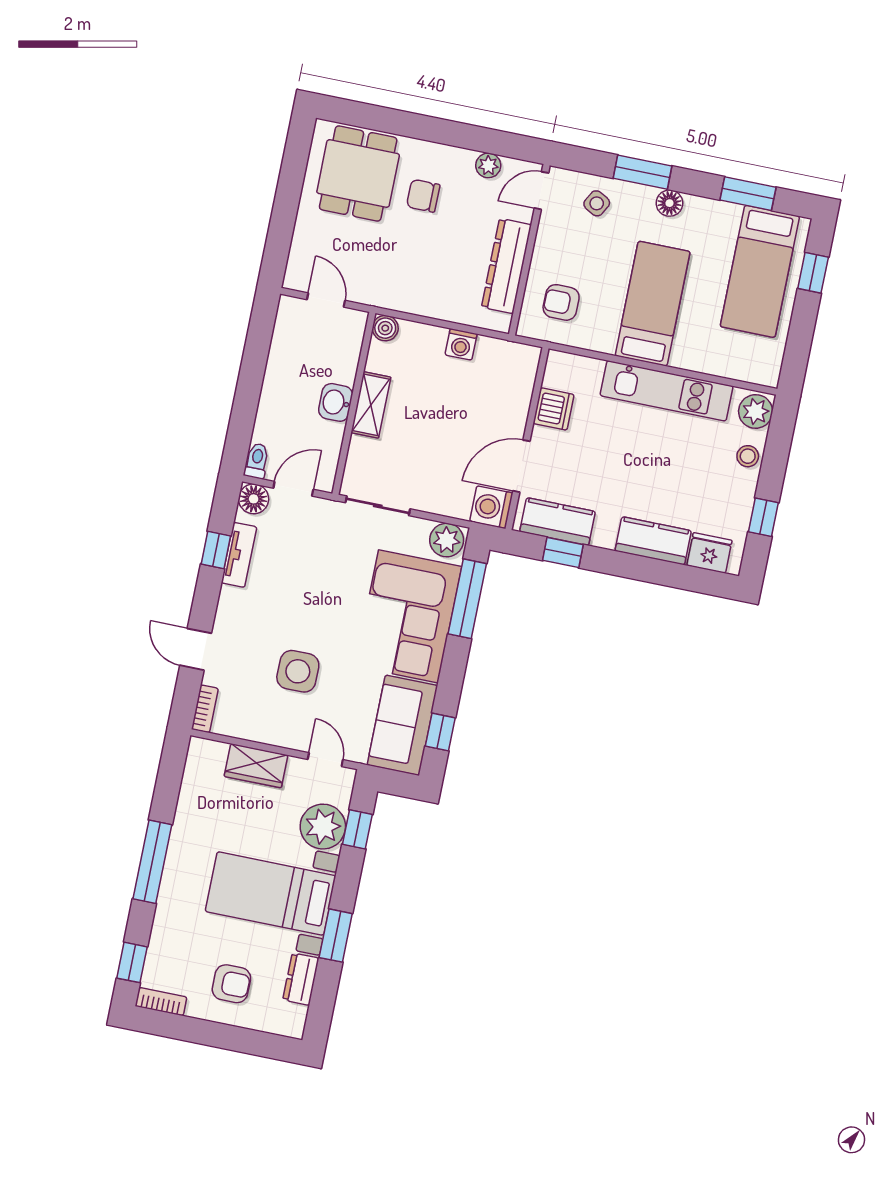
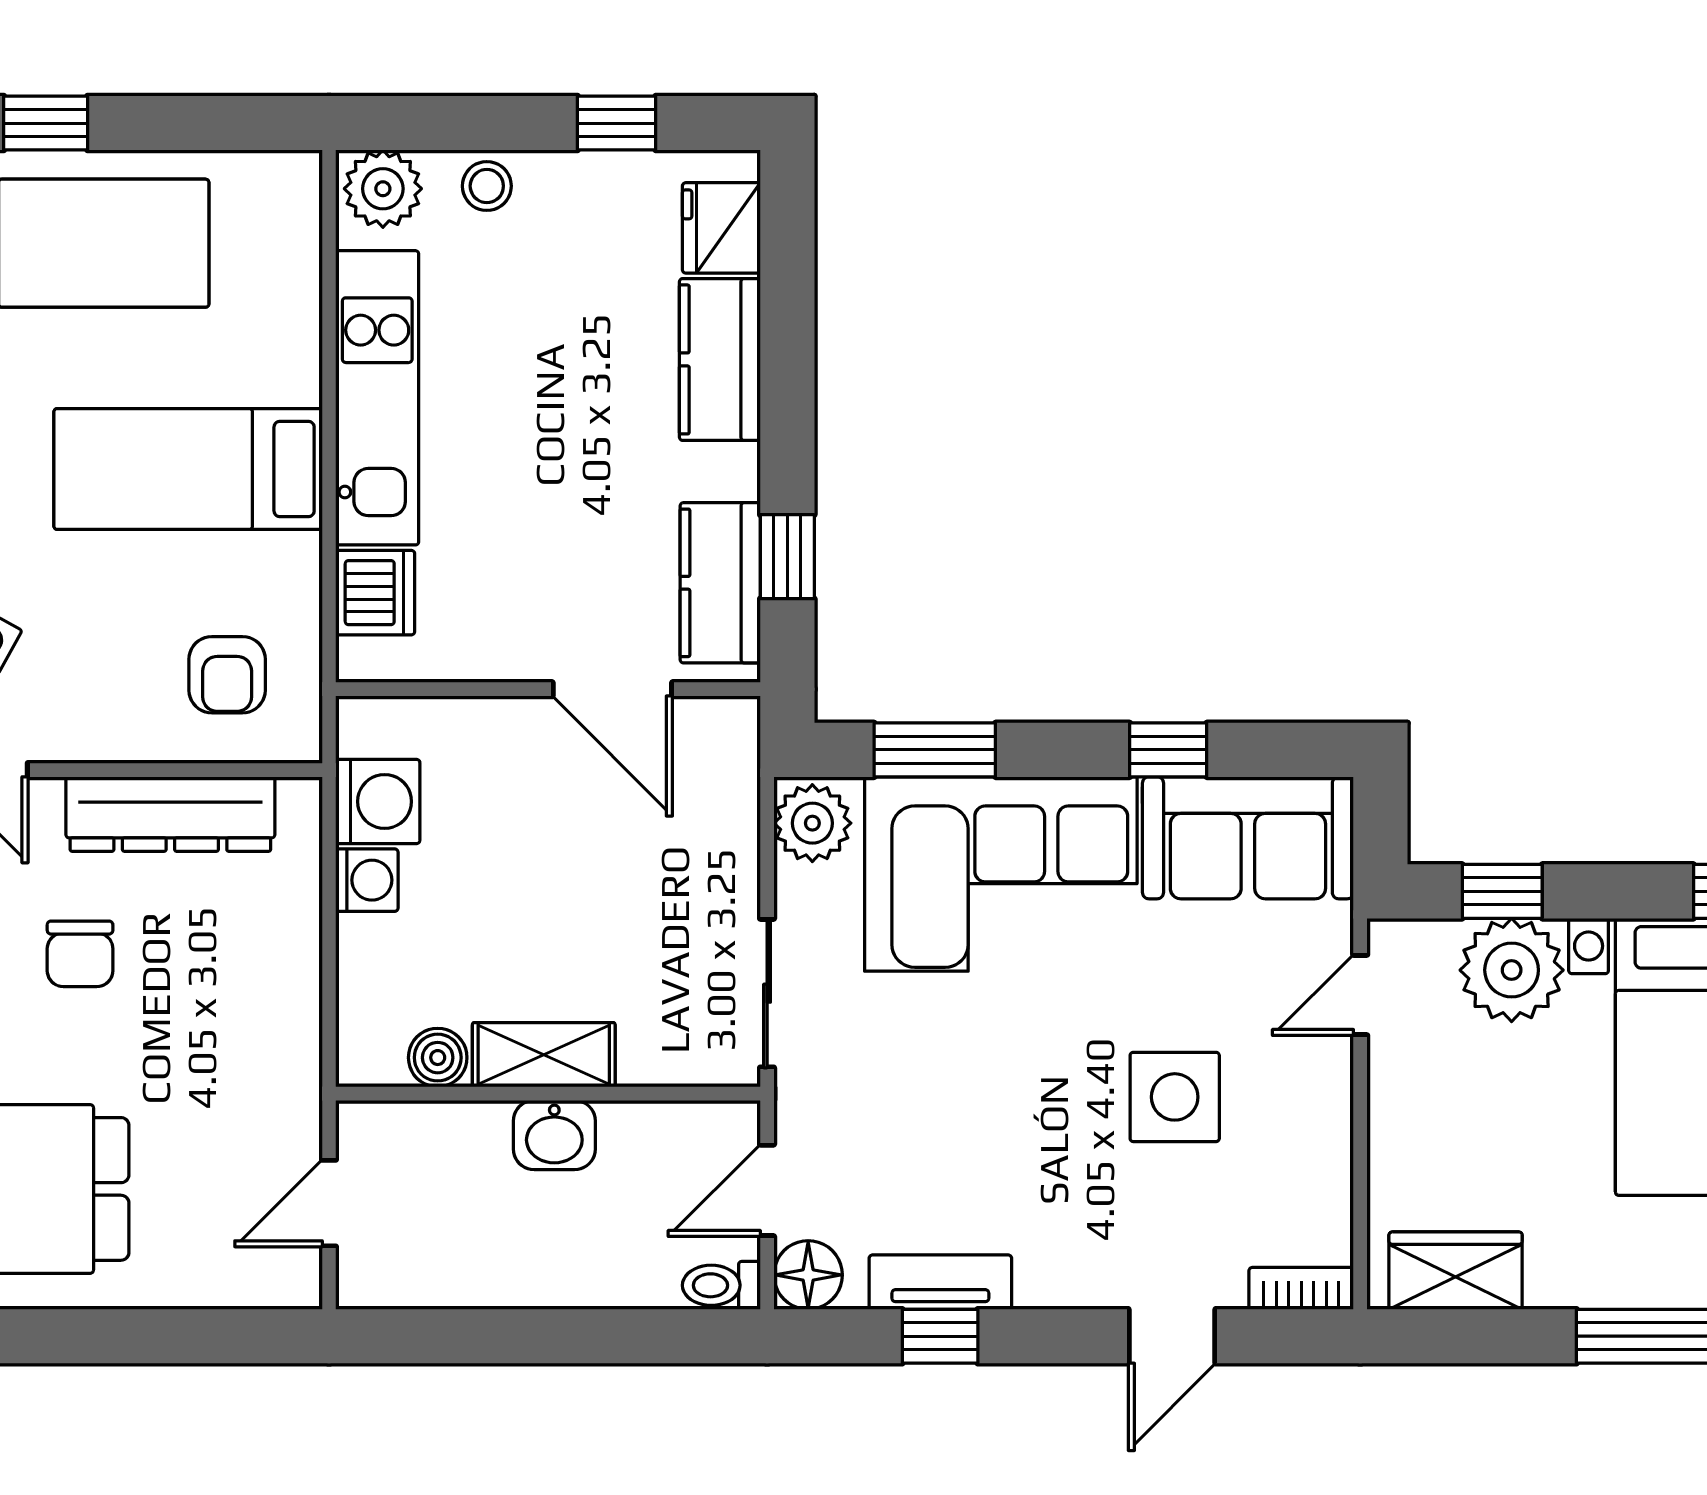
chair: (423, 196) -> (80, 954), moved
boiler: (385, 328) -> (438, 1058), moved
dishwasher: (554, 409) -> (375, 593), moved, turned 90
door: (293, 489) -> (767, 1190), hinge flipped
washing machine: (491, 507) -> (378, 801), moved, turned -90
window: (467, 599) -> (935, 750), width x0.69
window: (440, 732) -> (1168, 750), moved
wardrobe: (256, 766) -> (1456, 1271), moved, turned -90

